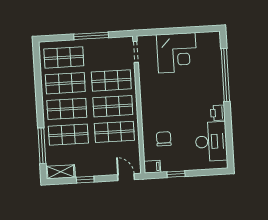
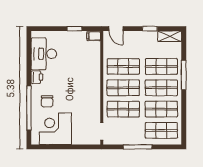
corner desk: (177, 53) -> (55, 129), moved
chair: (164, 139) -> (47, 101), moved
window: (42, 146) -> (184, 75), moved

